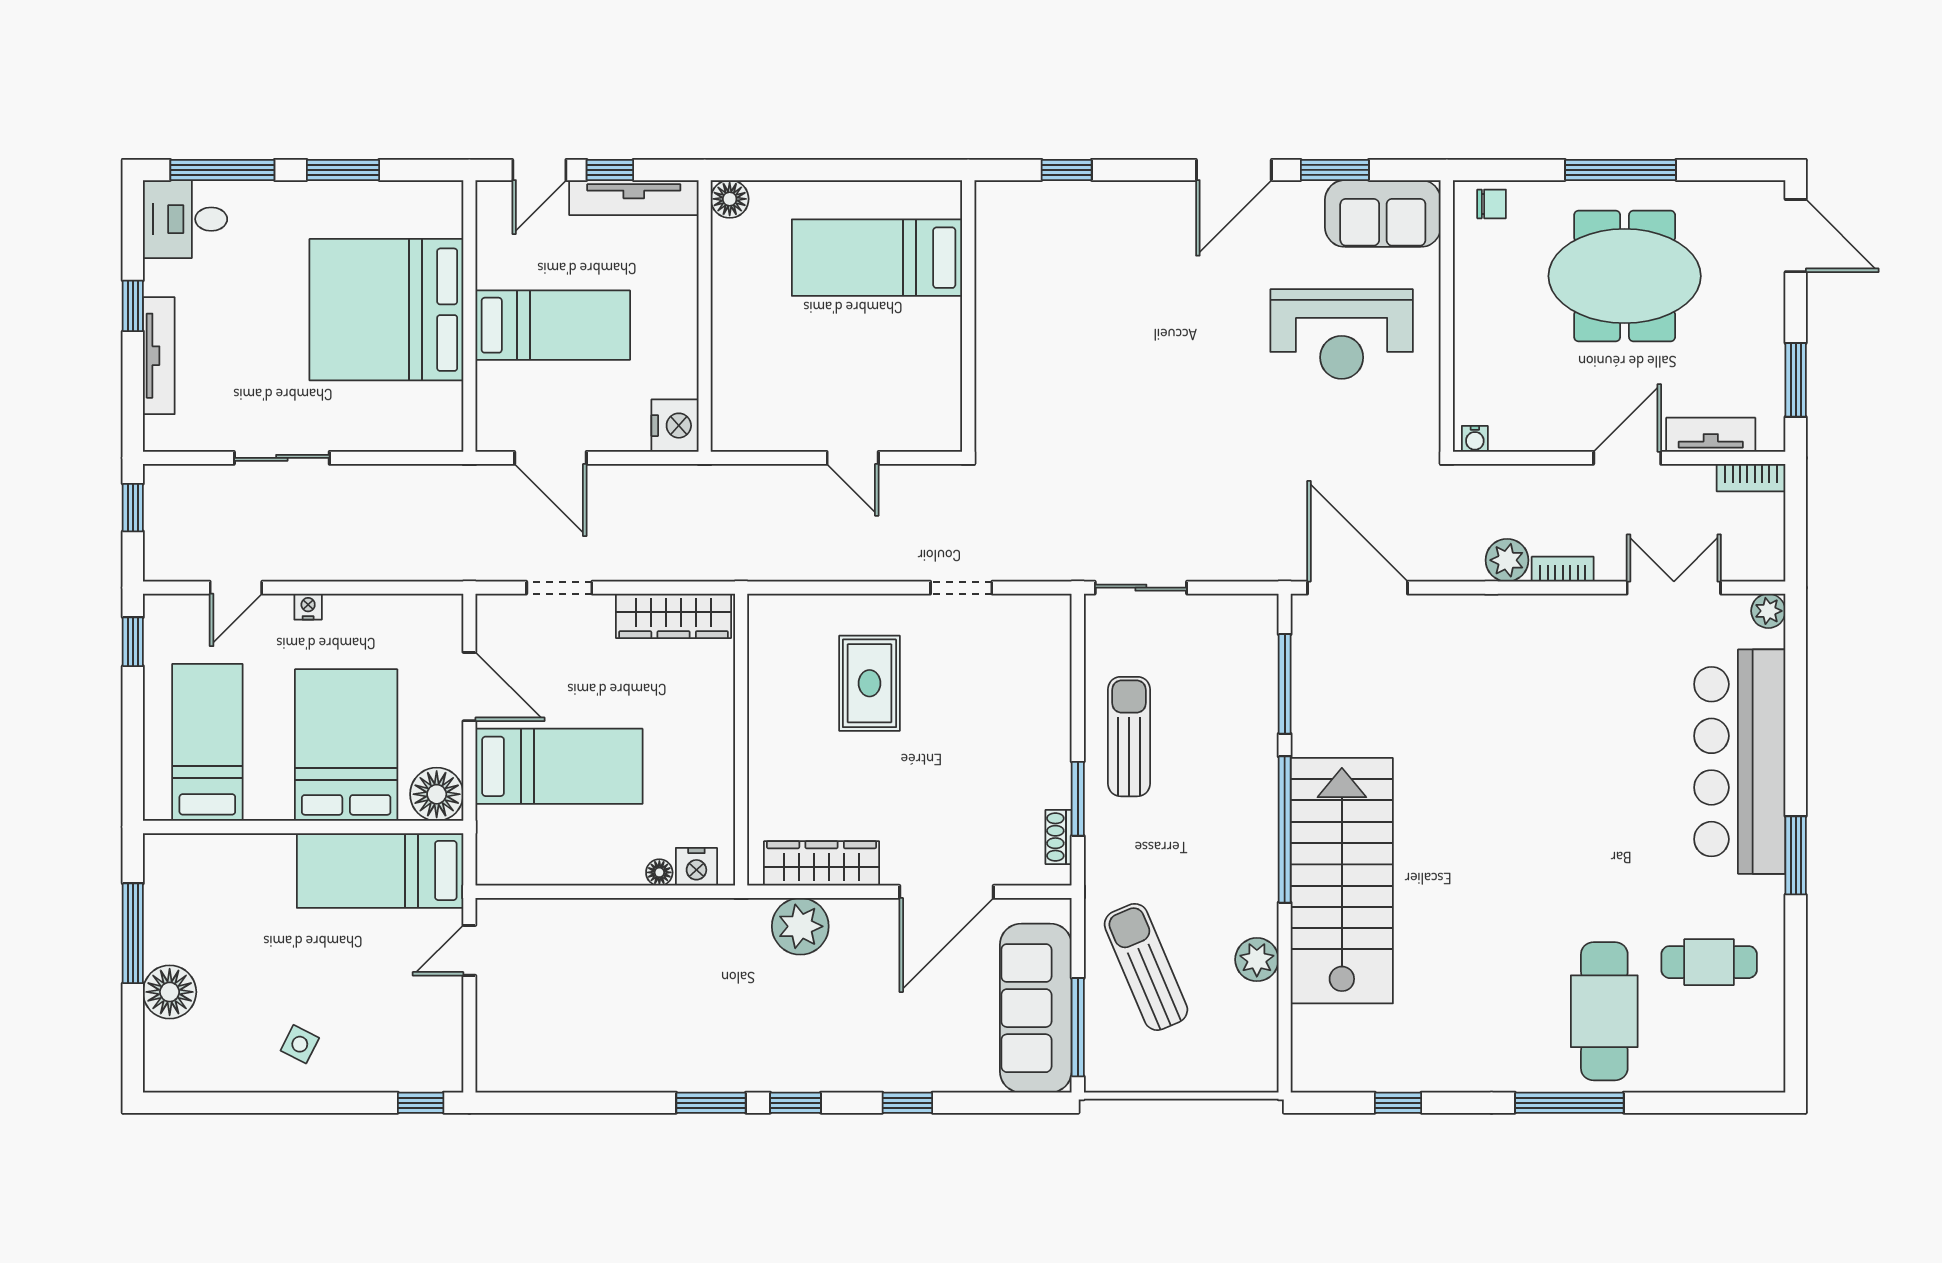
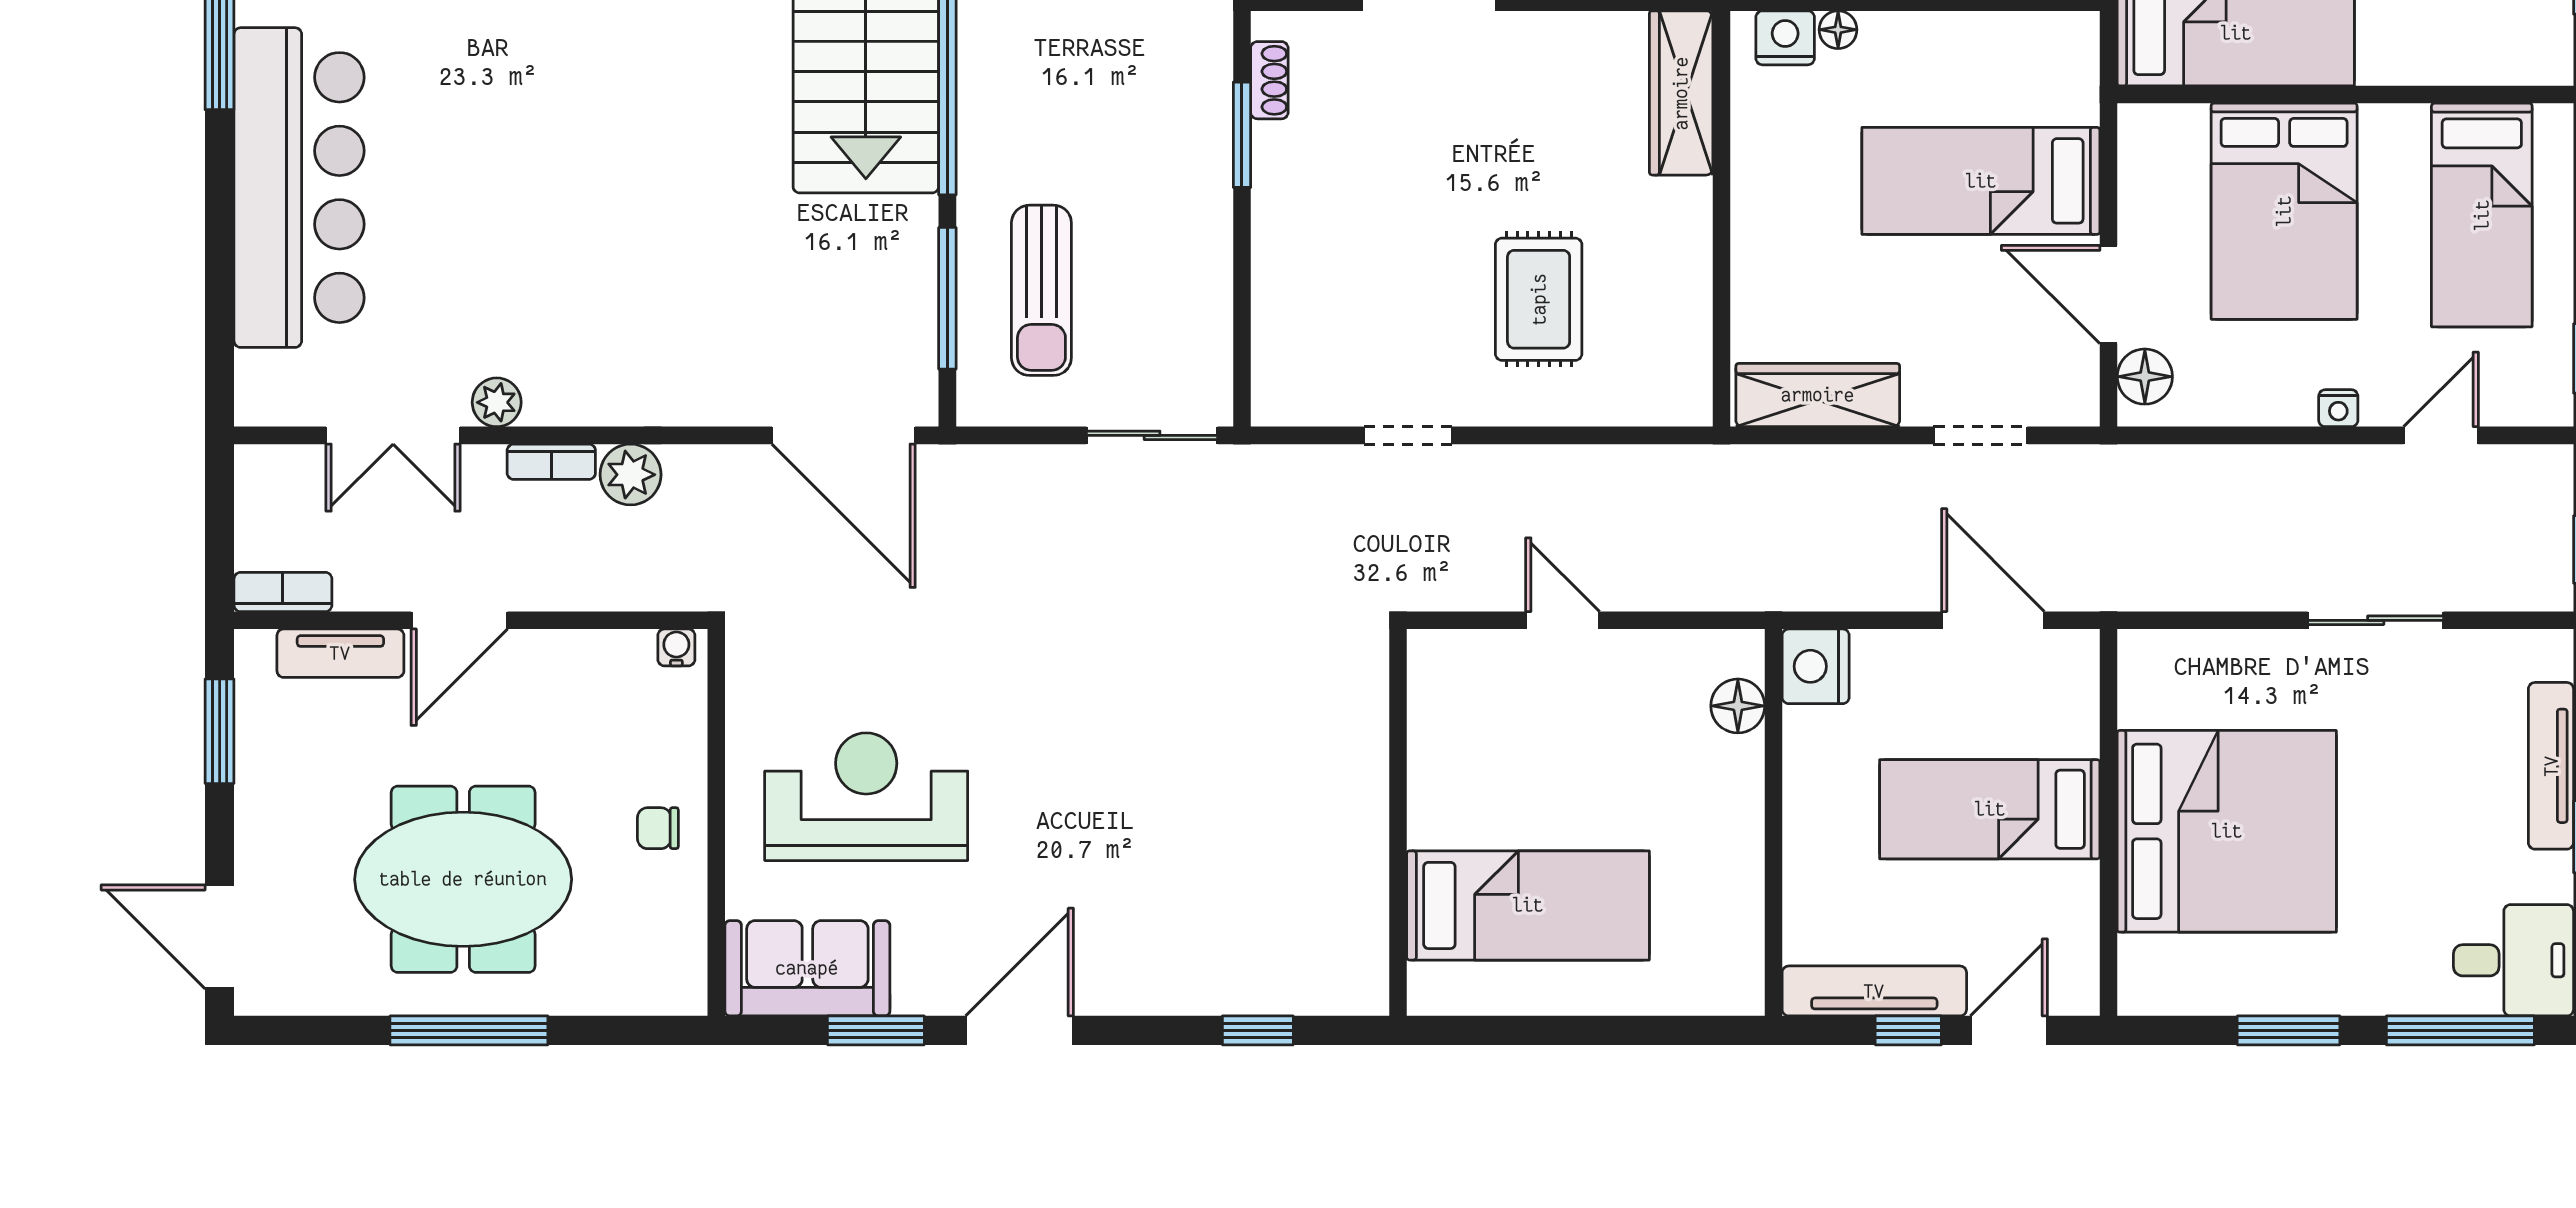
floor lamp: (730, 199) -> (1738, 706), moved
chair: (1492, 204) -> (658, 828), moved
plant: (1768, 611) -> (497, 402), moved
sun lounger: (1129, 737) -> (1041, 290), moved
floor lamp: (437, 794) -> (2145, 377), moved, width x0.73, depth x0.73
wardrobe: (822, 863) -> (1681, 93), moved, turned 90

